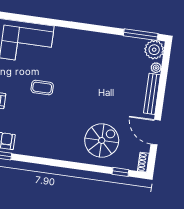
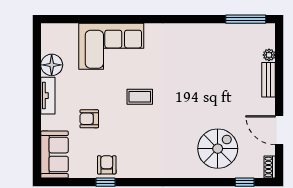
plant: (154, 50) -> (264, 34), removed
bench: (152, 94) -> (268, 80), width x0.73

